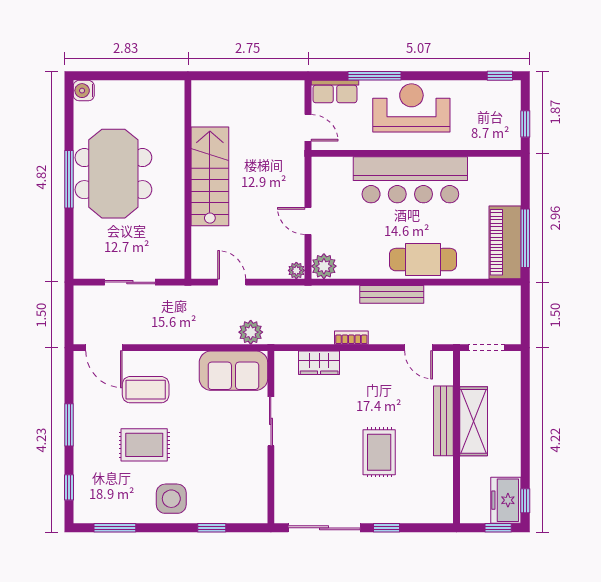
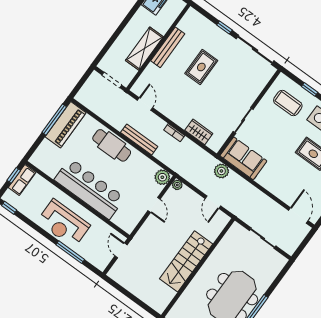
row of seats: (335, 91) -> (22, 180), moved, turned 90
coffee table: (146, 390) -> (288, 103), moved
bench: (443, 421) -> (168, 47), moved

